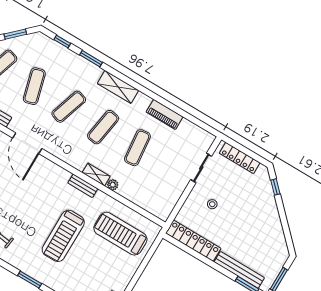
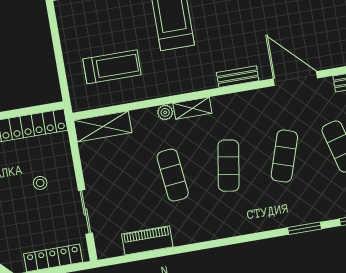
shelving: (118, 87) -> (103, 126), moved
piano: (165, 114) -> (147, 240), moved
bench: (83, 186) -> (238, 77), moved
treadmill: (120, 234) -> (112, 67), width x0.73, depth x0.73

